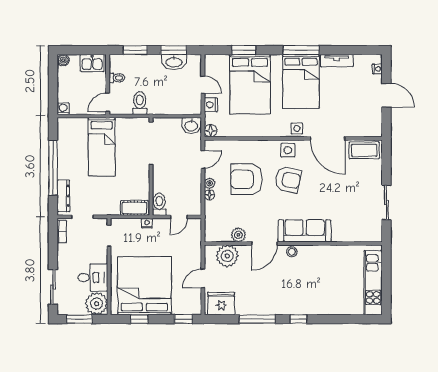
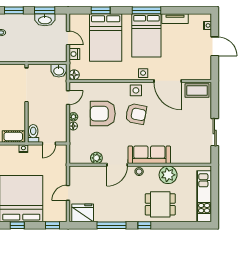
toilet: (140, 103) -> (18, 53), removed
plant: (227, 256) -> (168, 175), moved
dining table: (318, 293) -> (160, 204), added

